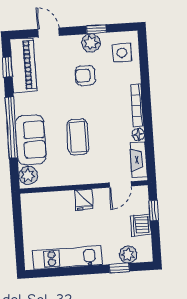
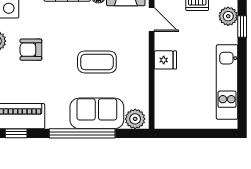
armchair: (85, 76) -> (31, 50), turned 90

